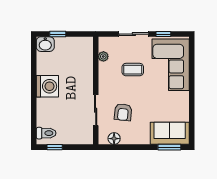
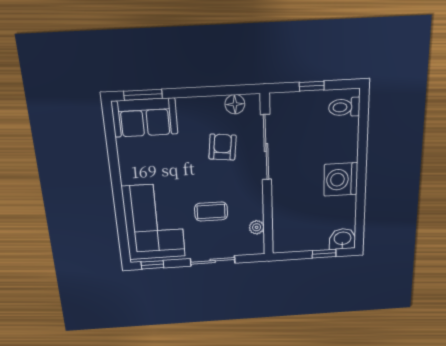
window: (163, 34) -> (152, 265), moved
sliding door: (96, 110) -> (266, 148), width x1.37
window: (55, 147) -> (312, 86), moved

